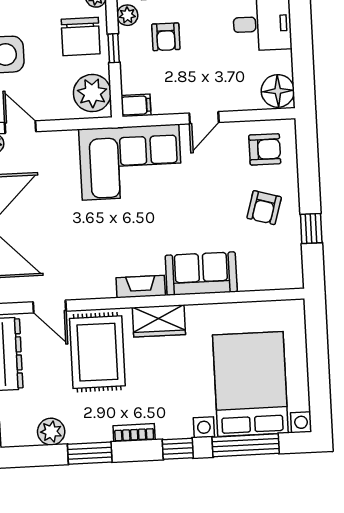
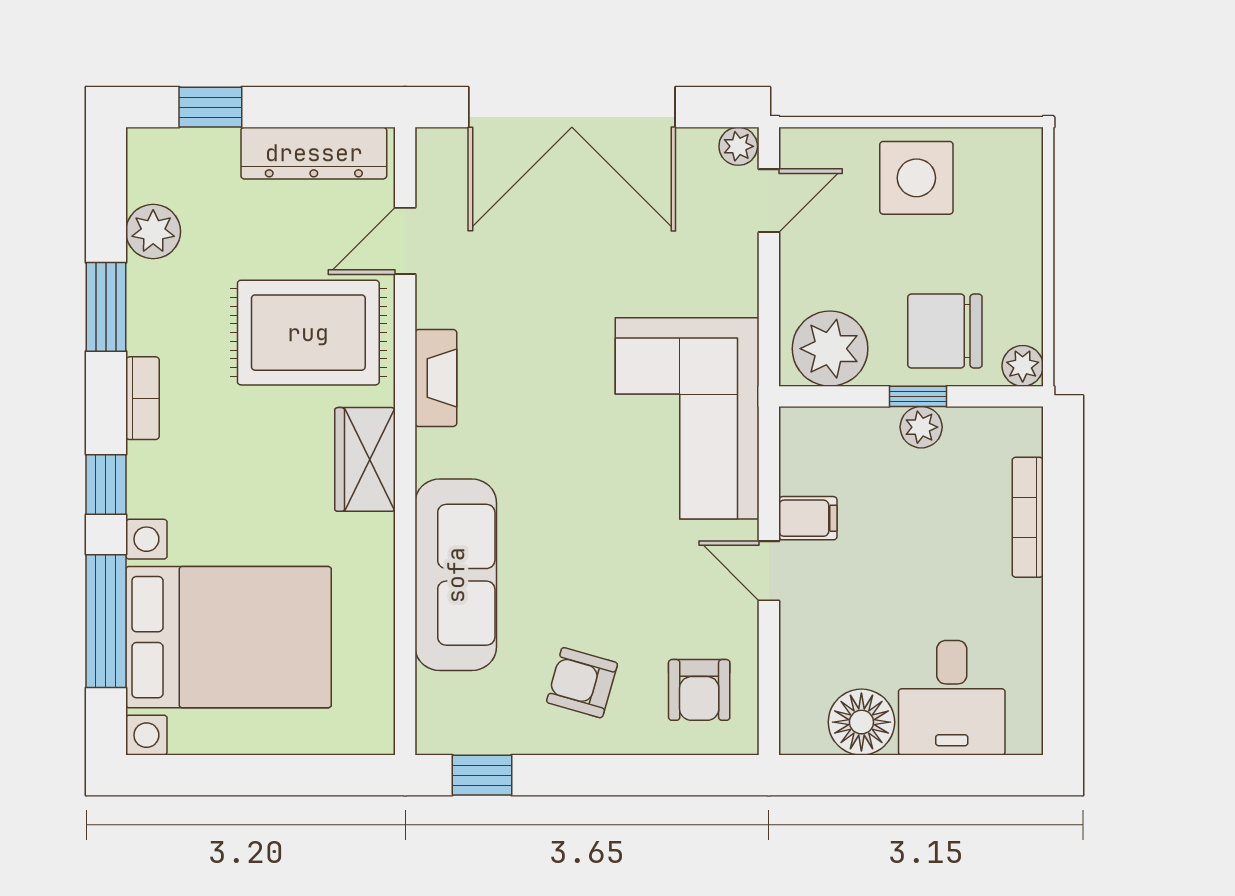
plant: (127, 15) -> (921, 427), moved
armchair: (166, 37) -> (936, 502), removed
floor lamp: (278, 91) -> (861, 722), moved
filing cabinet: (136, 105) -> (808, 518), moved, turned -90
window: (311, 229) -> (482, 775), moved
sofa: (201, 274) -> (456, 575), width x1.36
fireplace: (141, 287) -> (436, 378), moved

